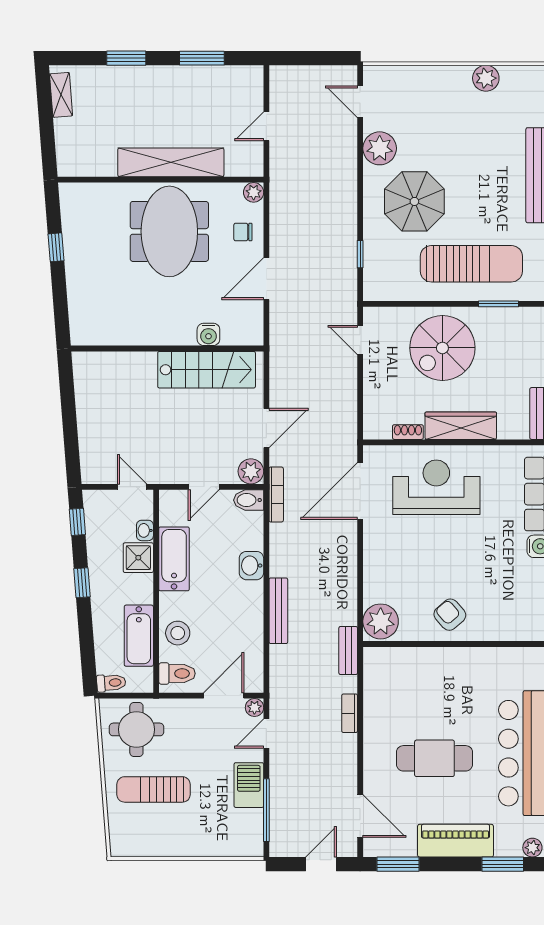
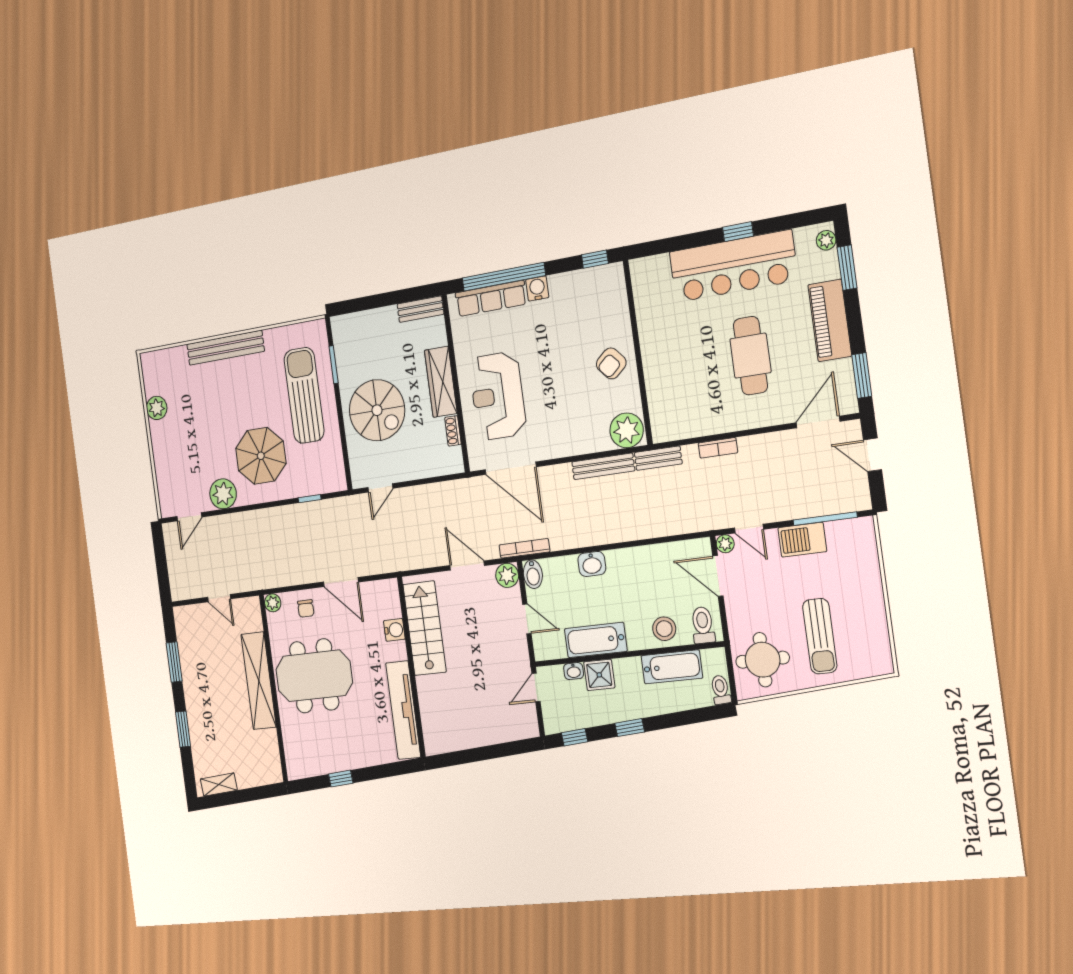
tv unit: (123, 332) -> (403, 710), added
bench: (278, 611) -> (603, 466), moved

